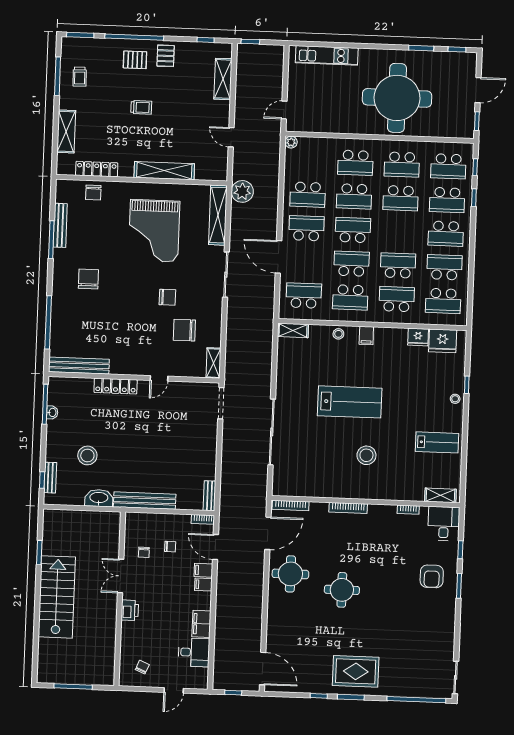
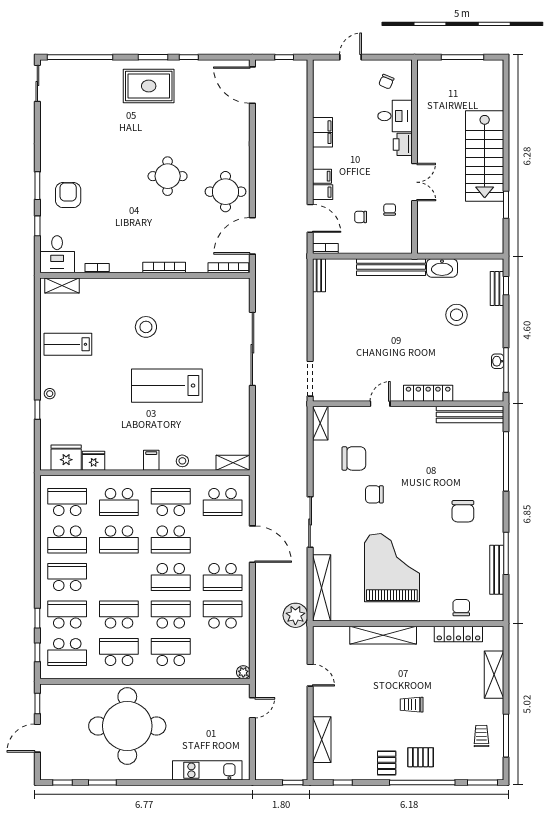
school desk: (448, 166) -> (67, 652), turned 180
desk: (194, 652) -> (395, 116), moved, turned 180

